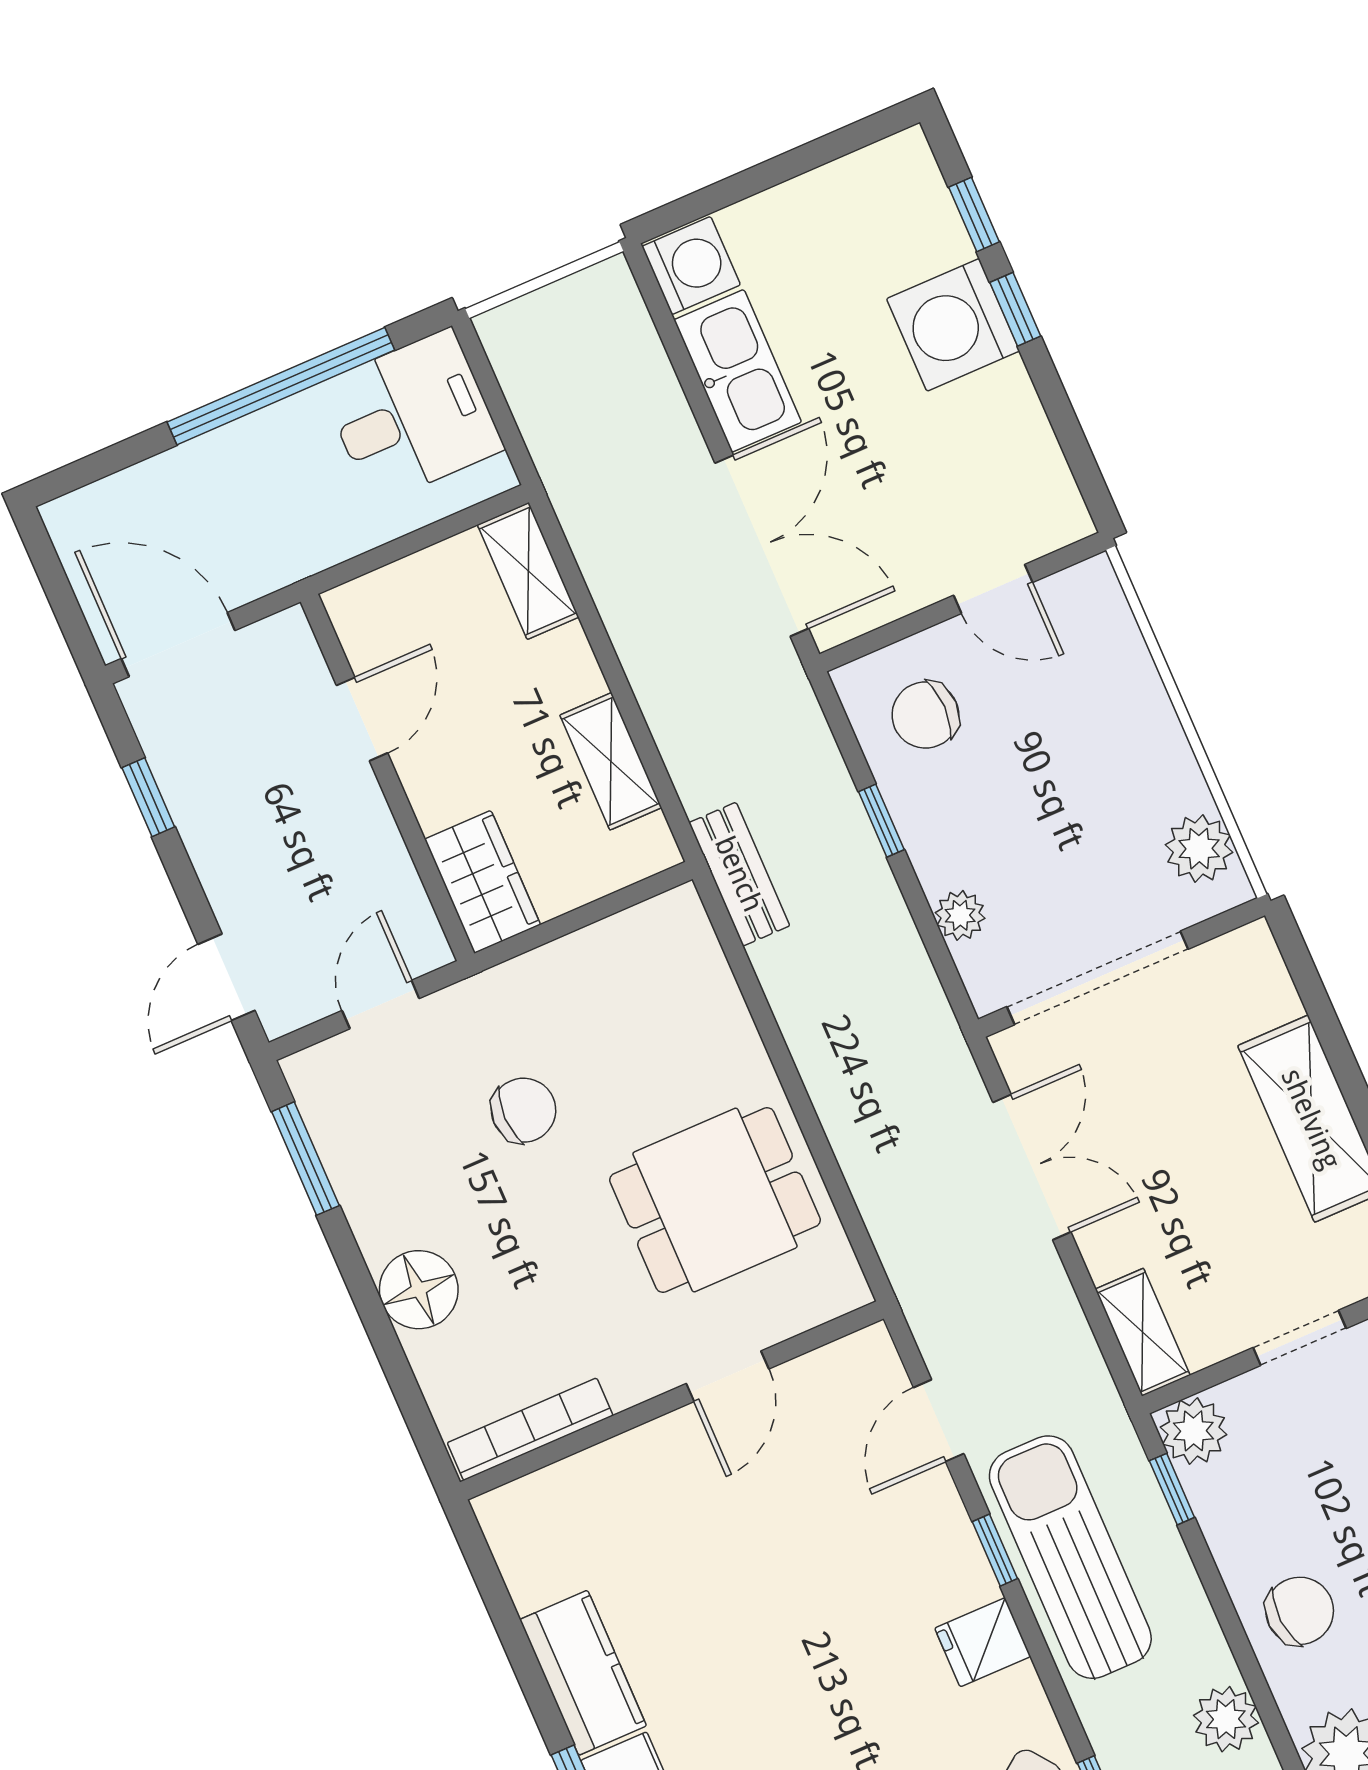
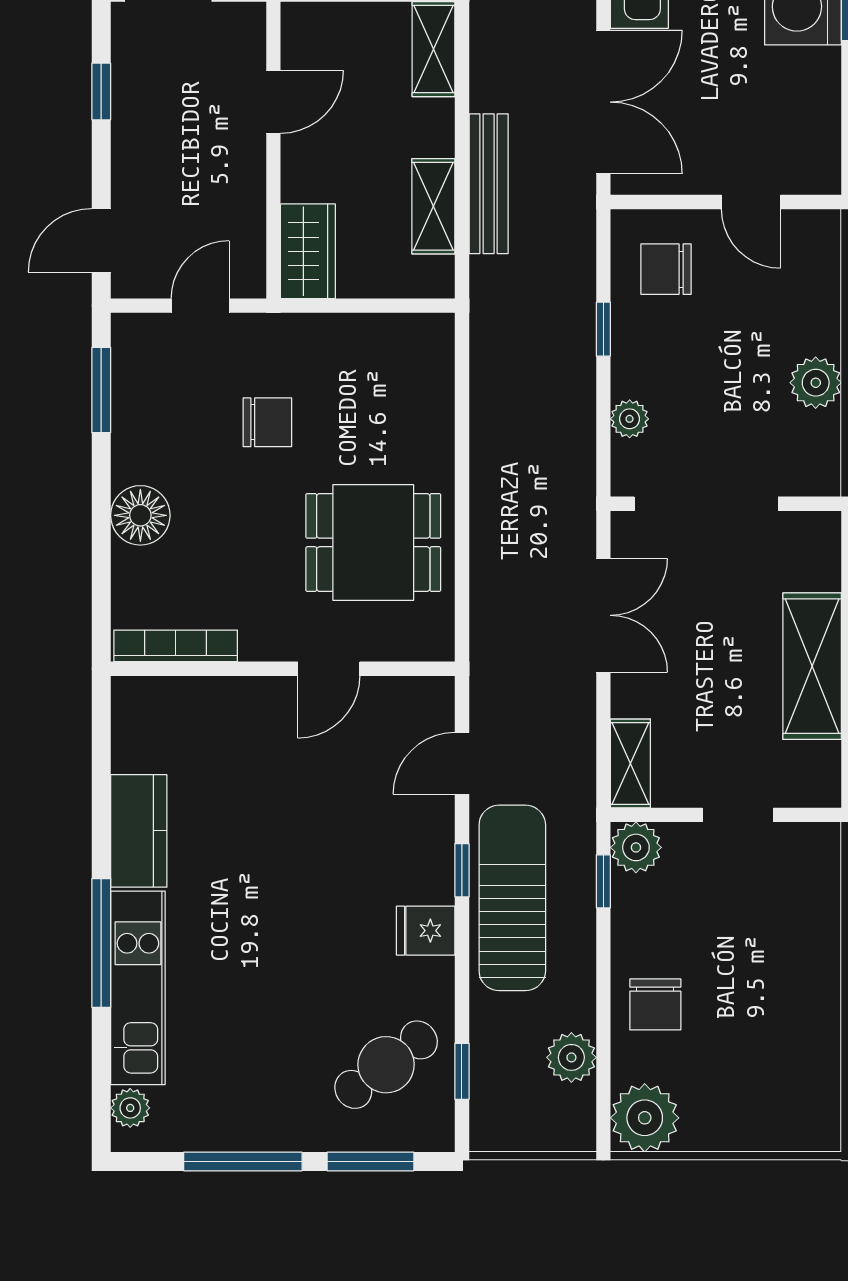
plant: (1199, 849) -> (816, 383), moved
bench: (739, 874) -> (489, 184), moved, width x1.36
chair: (1300, 1611) -> (655, 1004), turned 94

